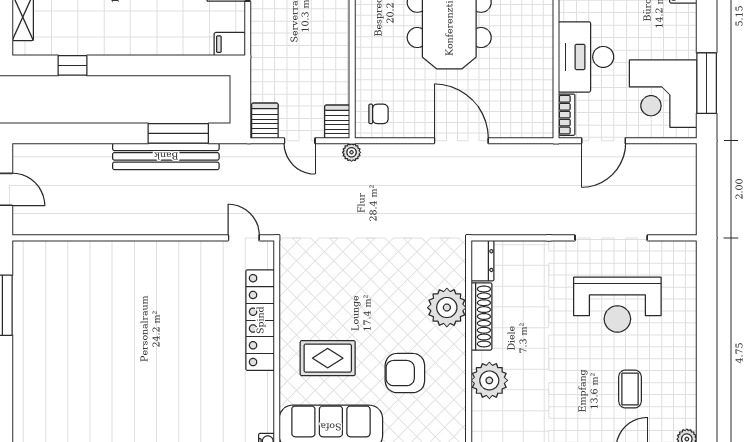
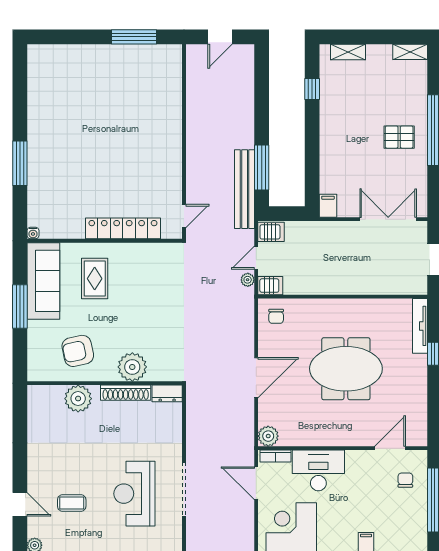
plant: (540, 124) -> (268, 436), added
plant: (352, 152) -> (248, 280), moved
bench: (166, 156) -> (245, 189), moved
armchair: (405, 373) -> (78, 351), moved, turned -102

